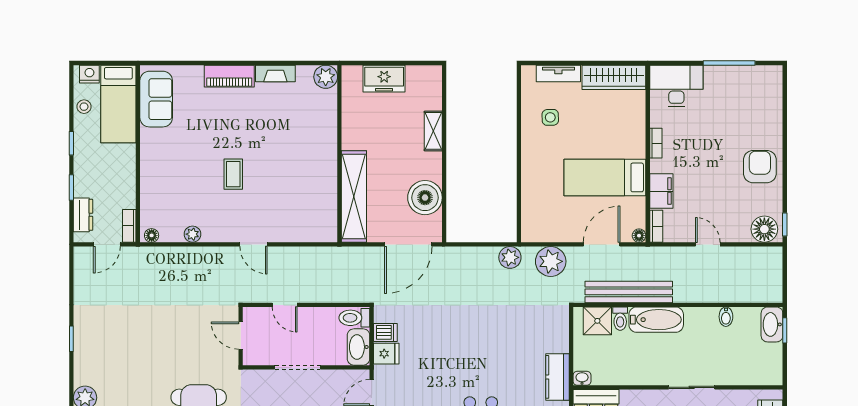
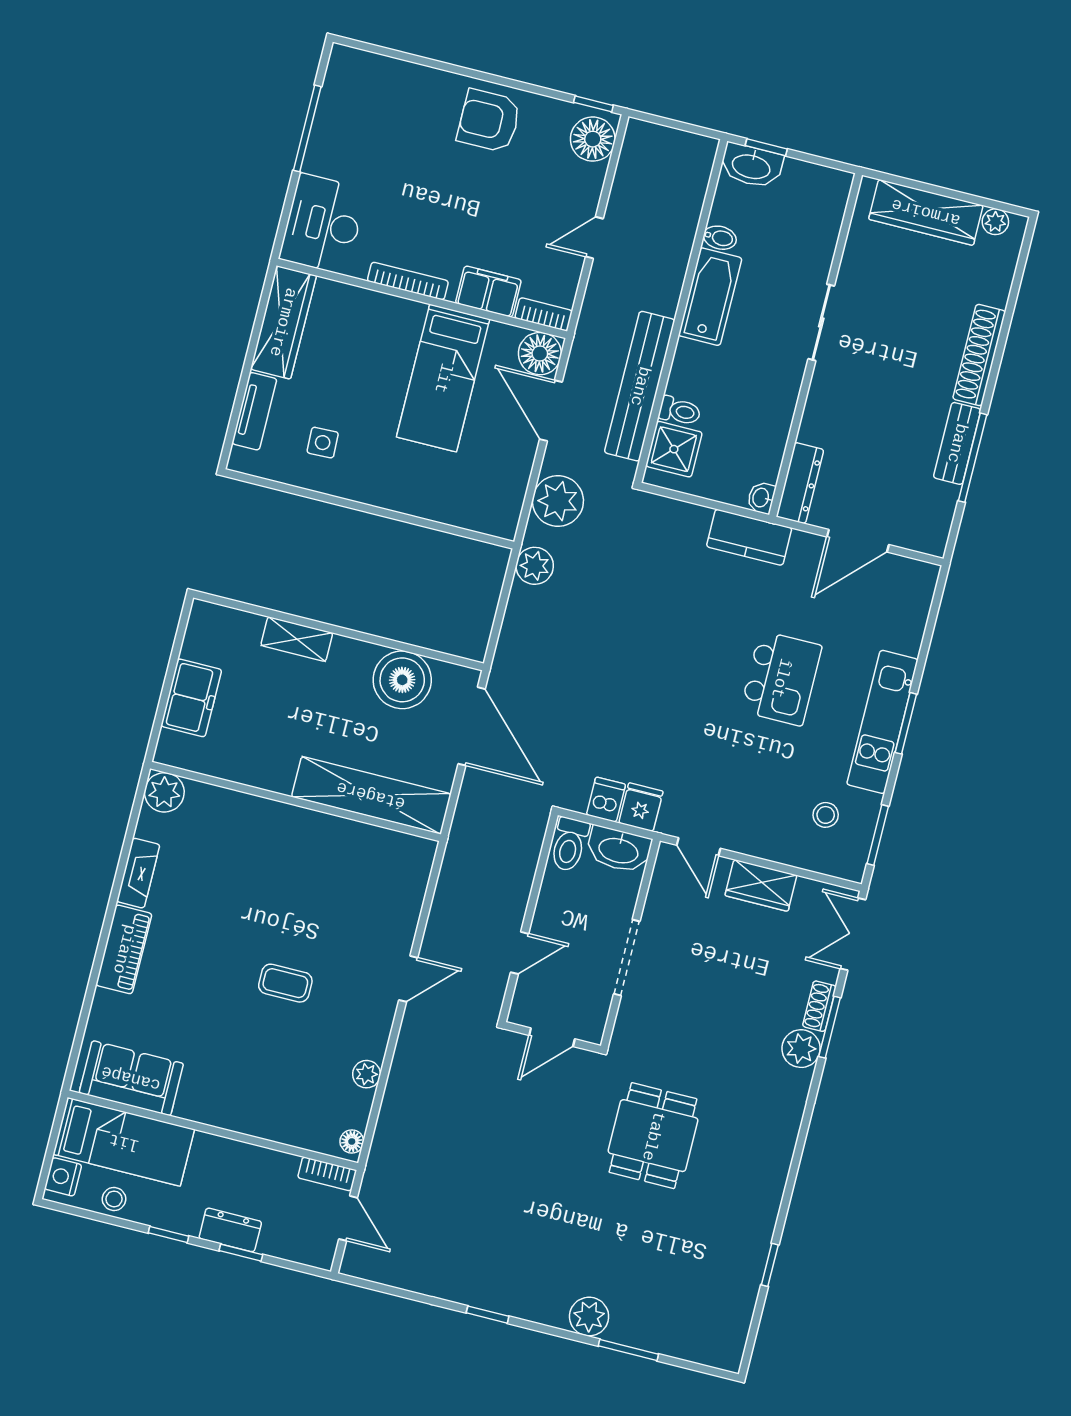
bookcase: (656, 143) -> (408, 281), width x1.56
dresser: (83, 215) -> (230, 1230), moved
floor lamp: (639, 236) -> (540, 354), width x1.89, depth x1.89
bathtub: (656, 320) -> (710, 297), moved

